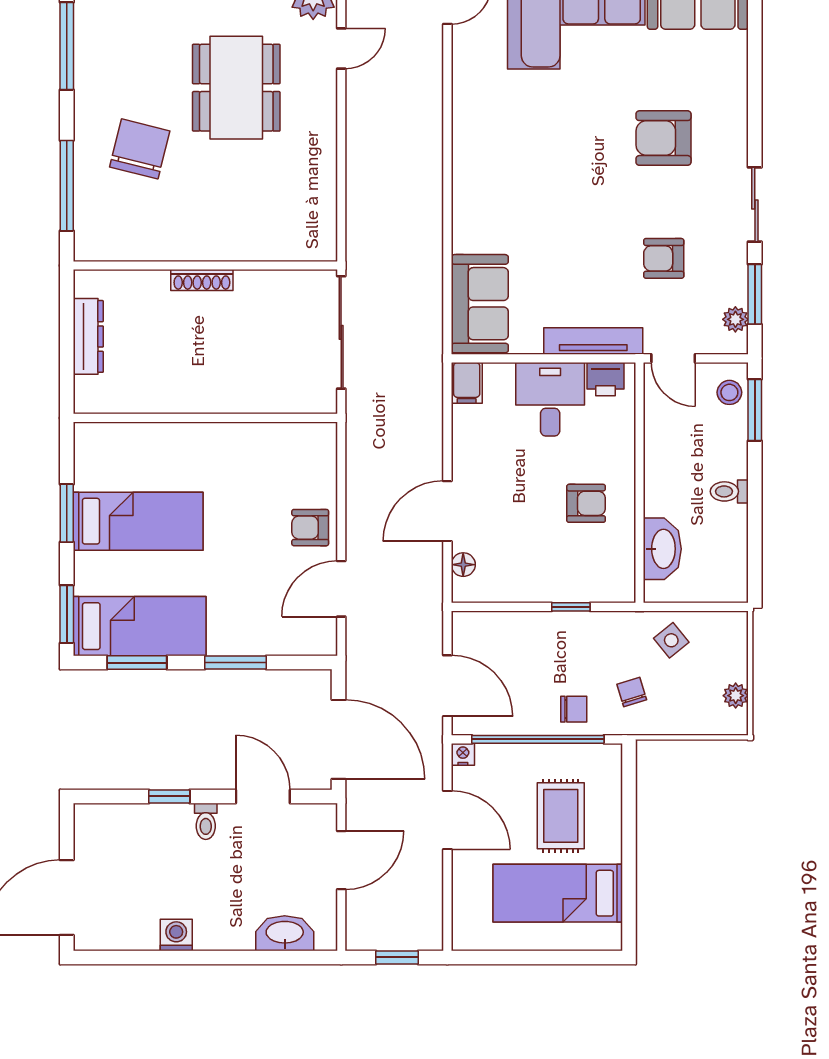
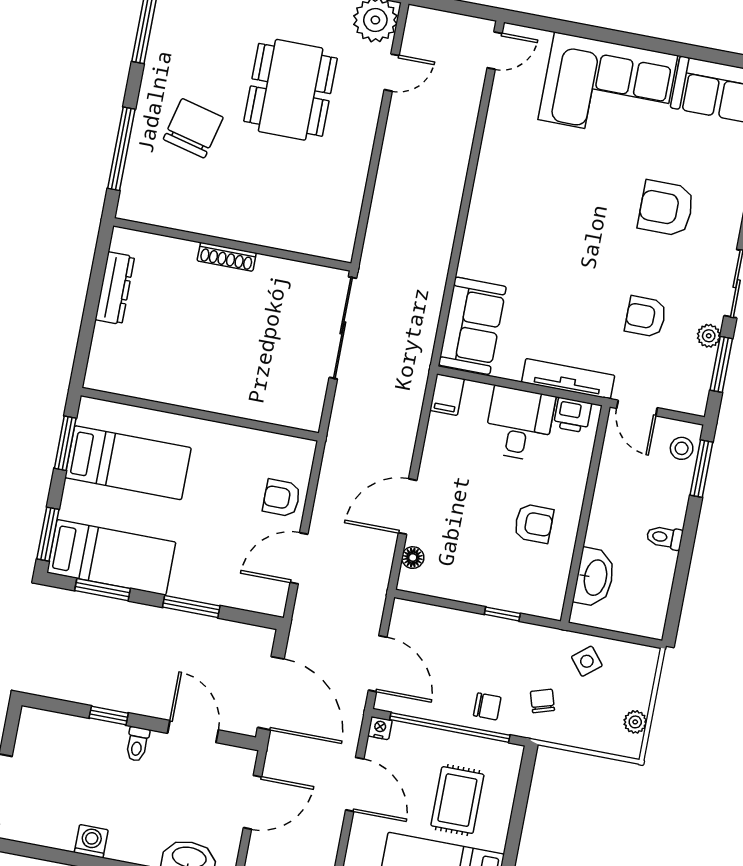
plant: (735, 319) -> (709, 336), moved
wall: (205, 418) -> (200, 414), moved

